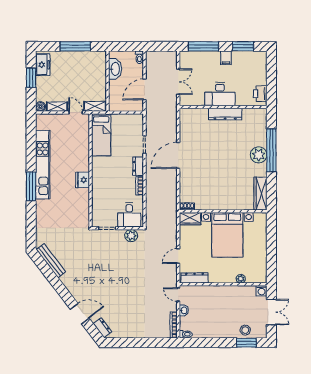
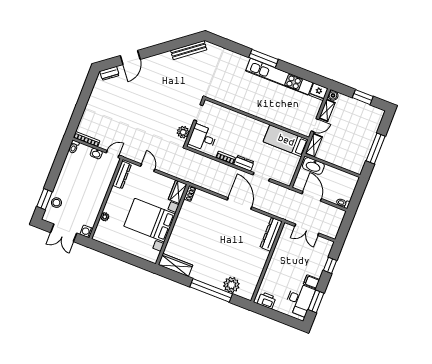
window: (203, 46) -> (330, 265), width x0.46
freezer: (43, 65) -> (370, 112), removed
washbasin: (115, 69) -> (313, 166), moved
desk: (220, 94) -> (300, 299), moved, turned 180
dresser: (225, 114) -> (271, 234), moved
plant: (259, 155) -> (231, 285), moved
fridge: (83, 180) -> (319, 92), moved, turned 180

